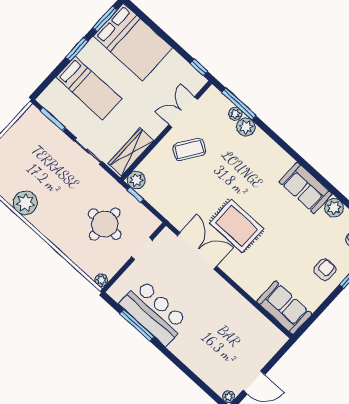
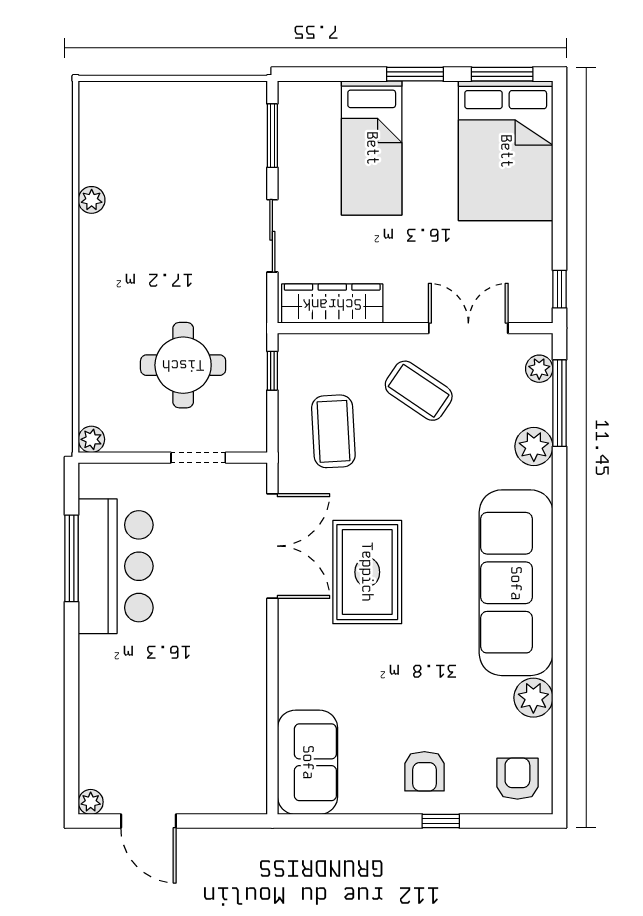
plant: (235, 114) -> (539, 369), moved
plant: (136, 180) -> (296, 352), removed
sofa: (306, 188) -> (516, 583), width x1.85, depth x1.27
coffee table: (176, 193) -> (333, 431), added
plant: (25, 203) -> (92, 200), width x0.53, depth x0.53
armchair: (325, 270) -> (424, 771), turned 90

